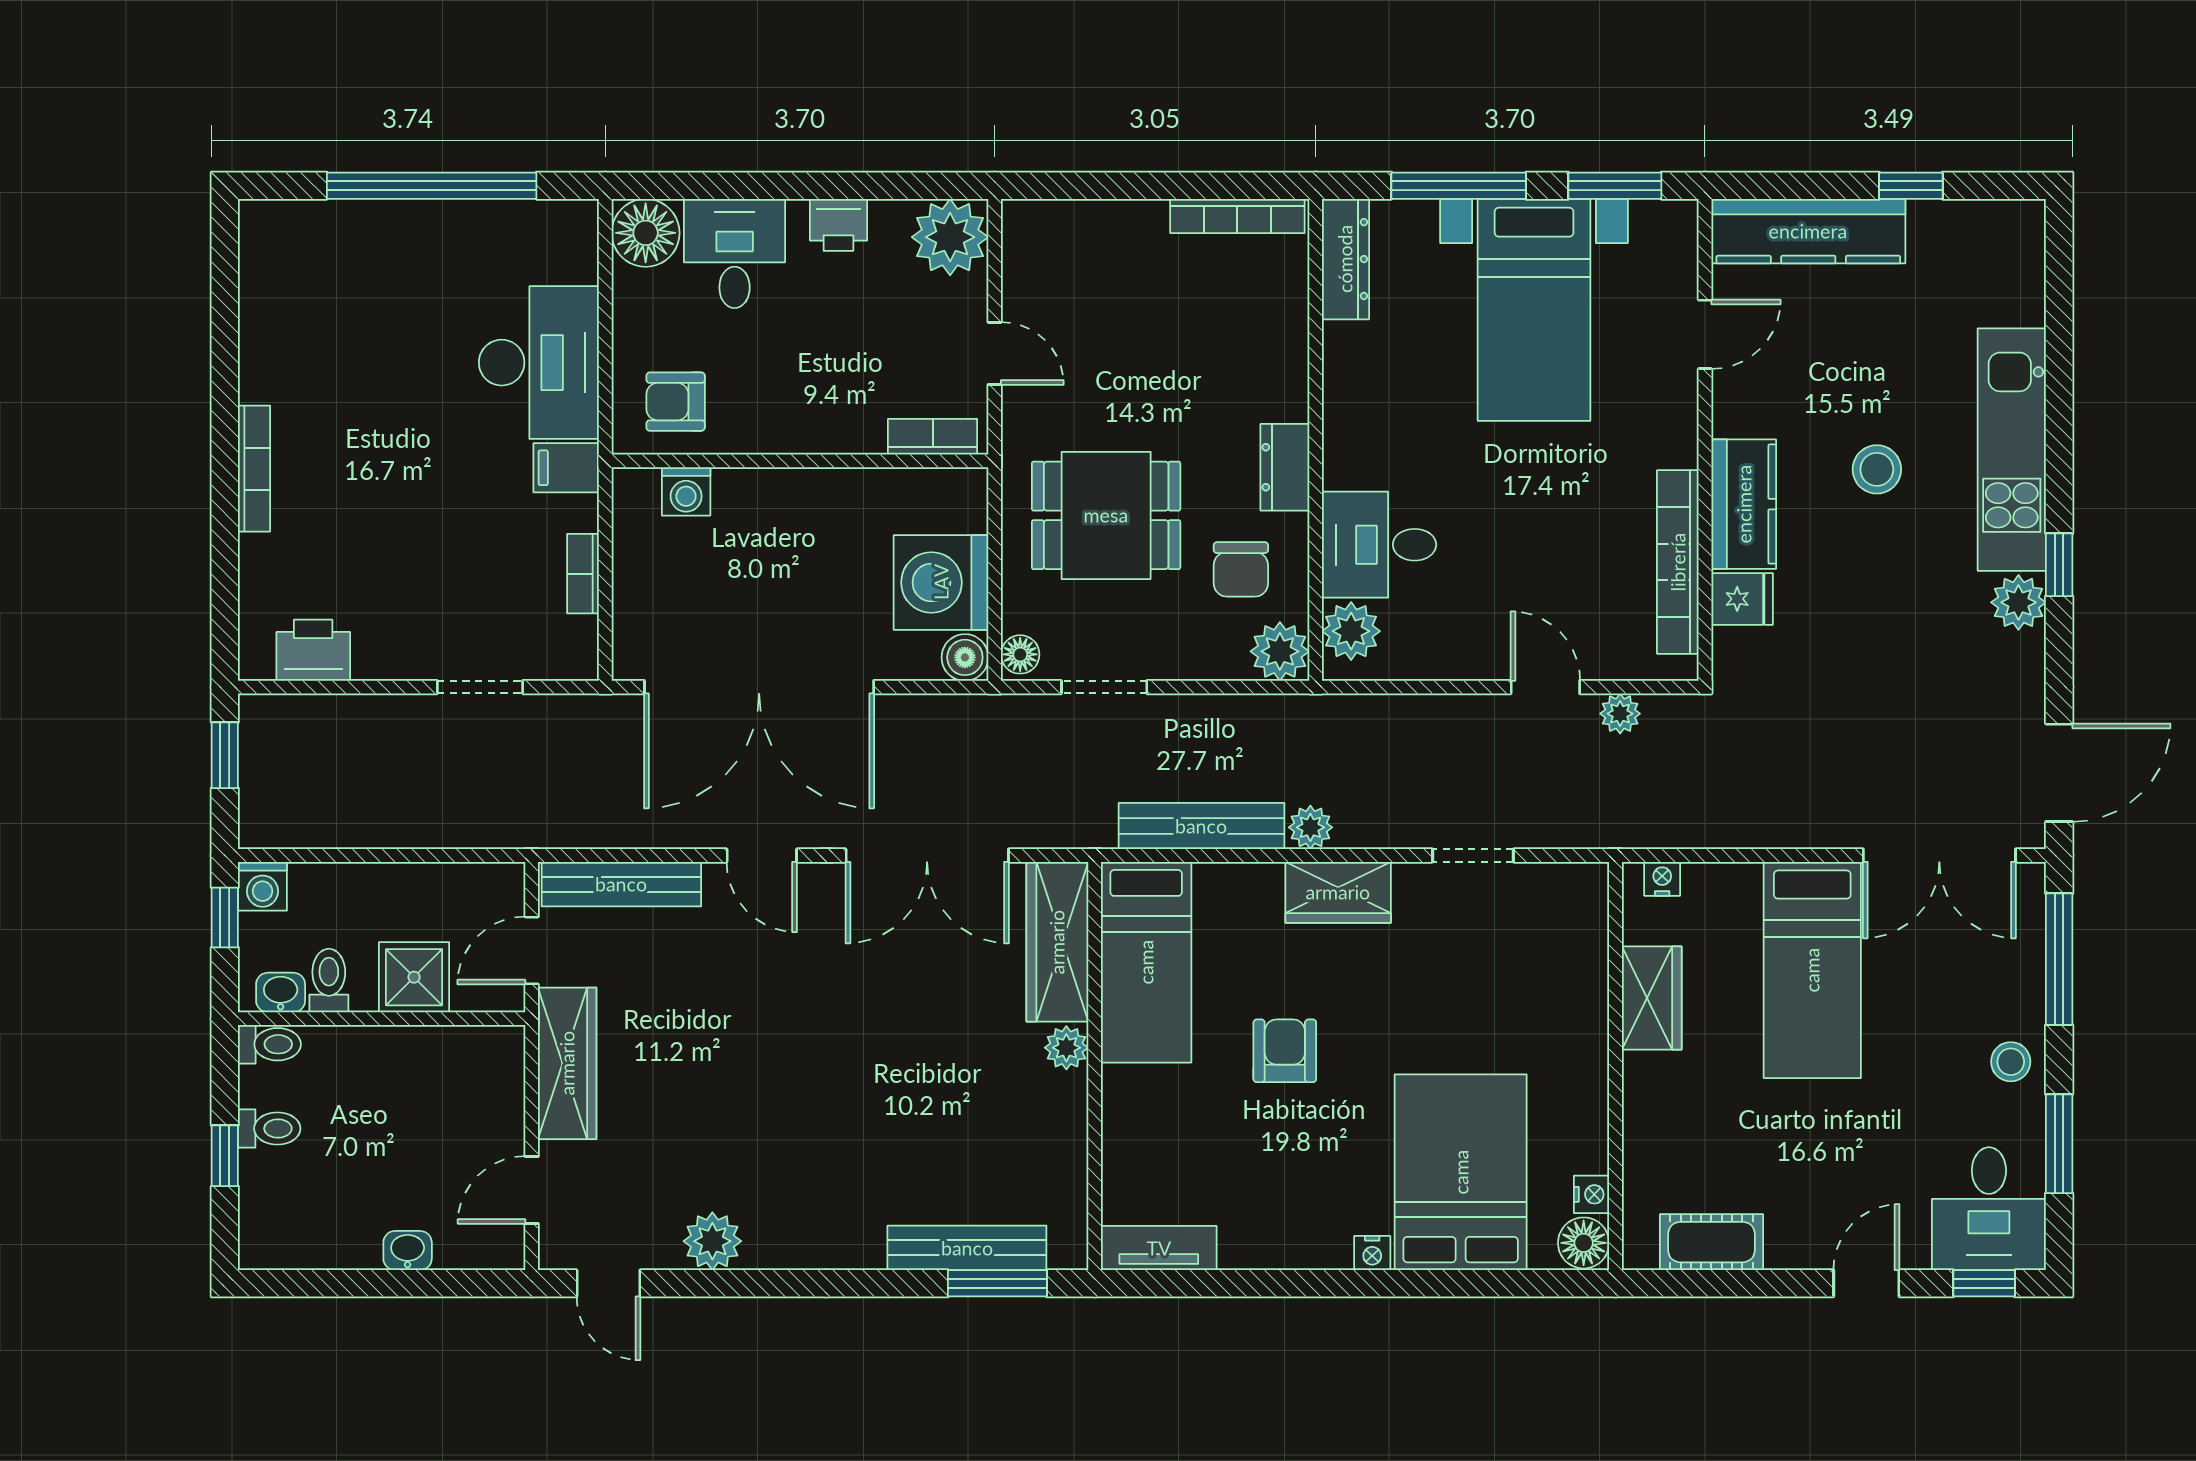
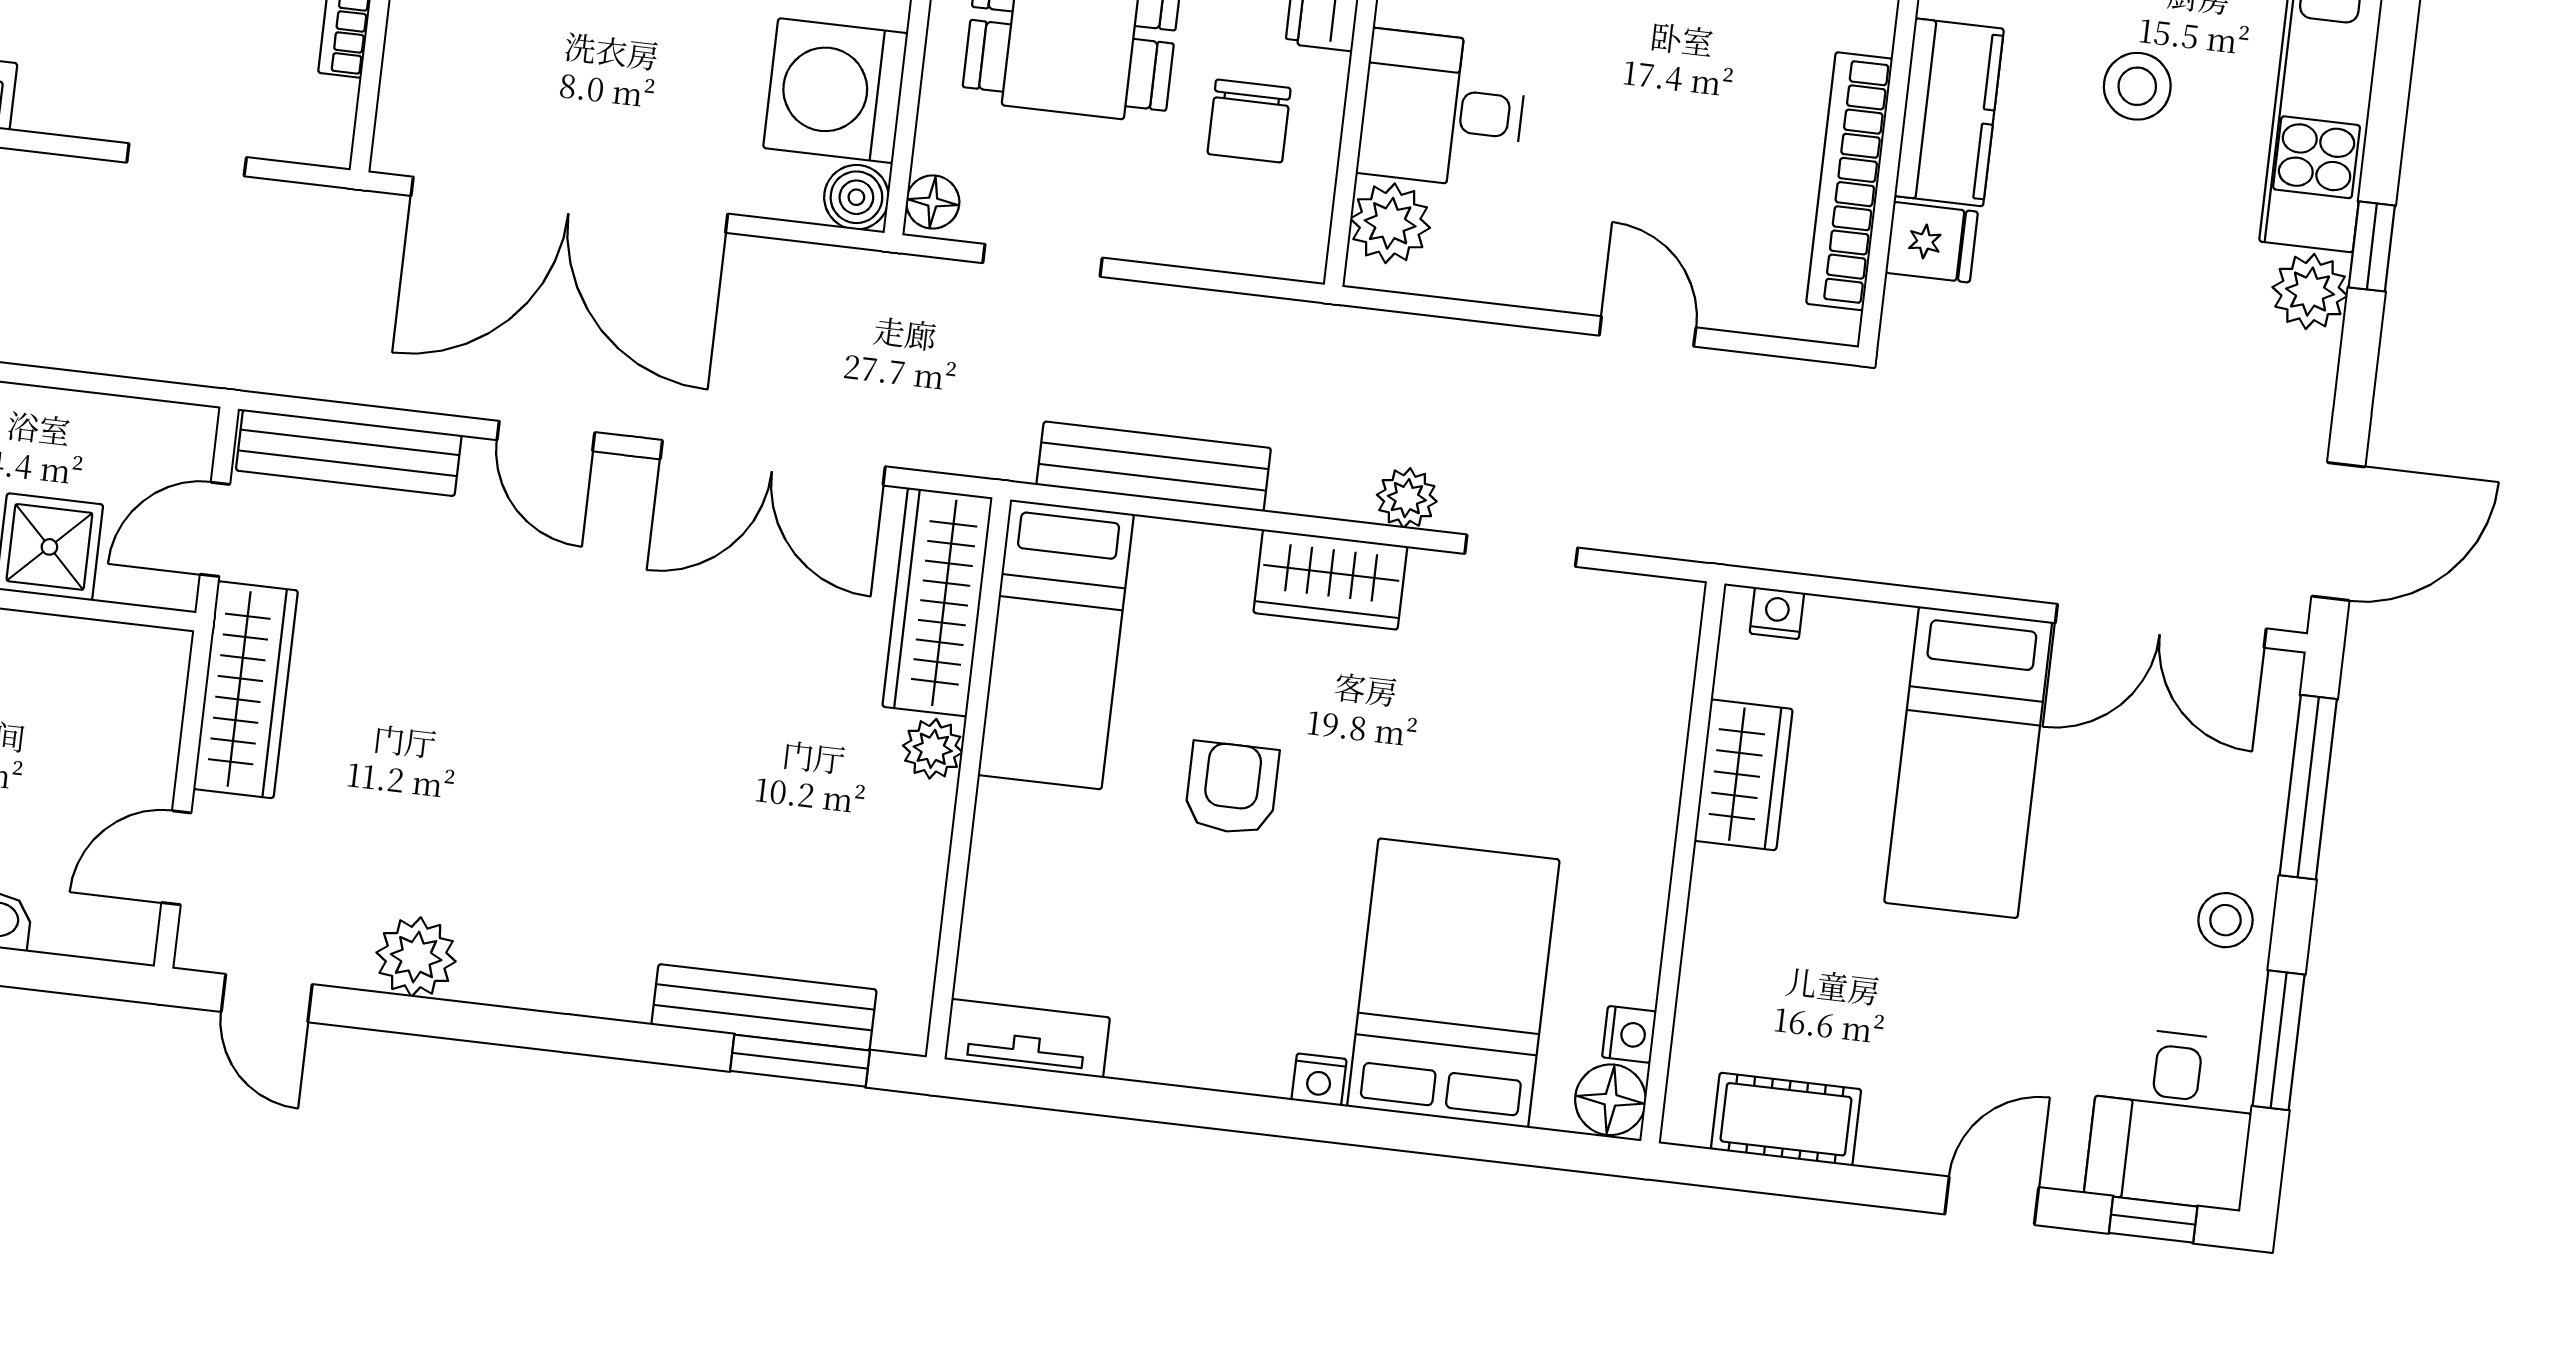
plant: (1280, 651) -> (1289, 240), removed
plant: (1620, 714) -> (1746, 380), removed
plant: (1310, 827) -> (1407, 498), moved

